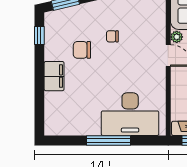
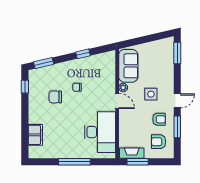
filing cabinet: (54, 76) -> (35, 135), moved
desk: (130, 114) -> (100, 132), moved, turned -90

